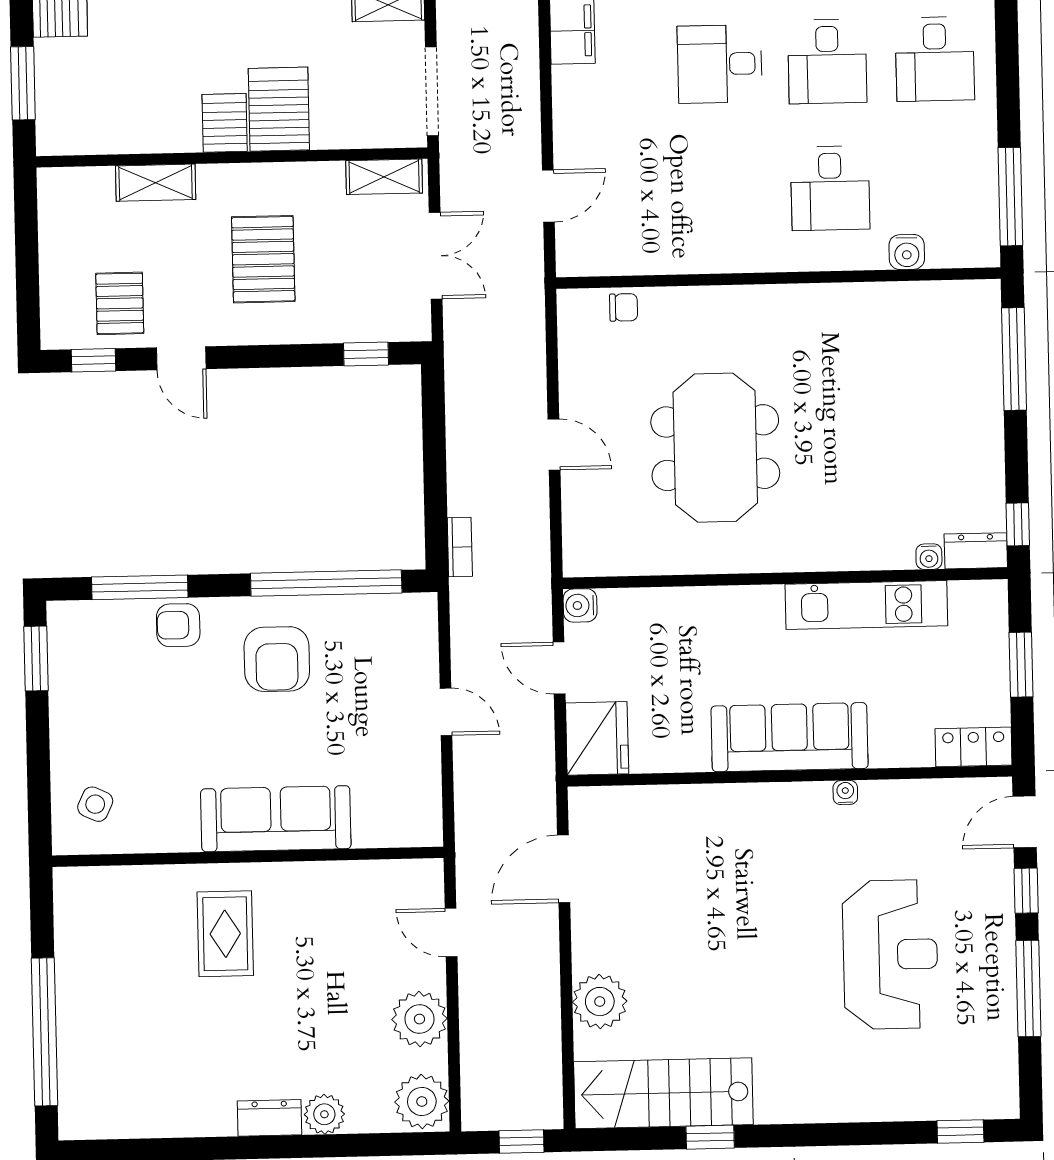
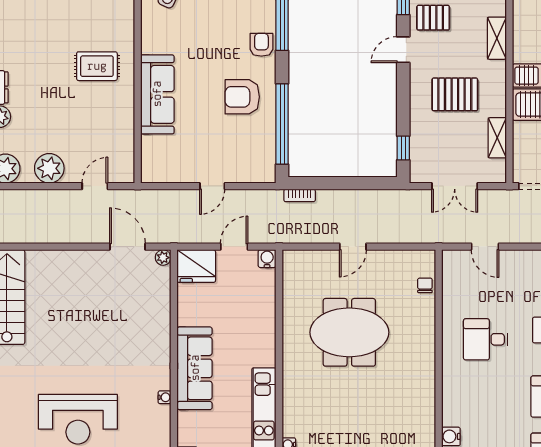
shelving: (384, 177) -> (497, 138), moved
desk: (830, 188) -> (486, 339), moved
chair: (624, 307) -> (425, 285), turned 180
plant: (600, 1002) -> (163, 258), moved, width x0.53, depth x0.53

